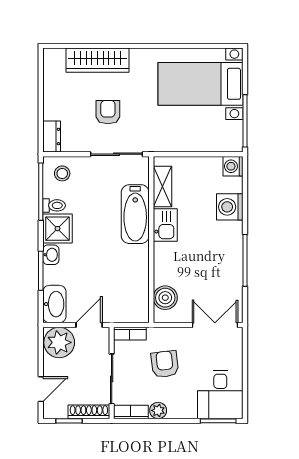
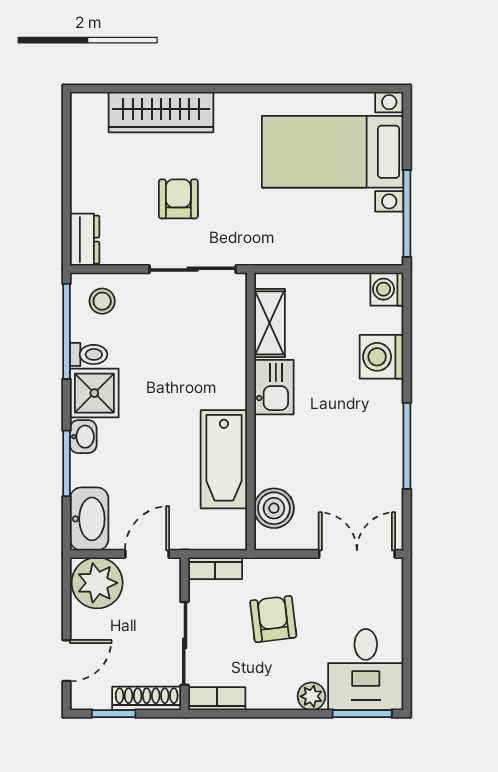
bathtub: (135, 214) -> (224, 459), moved
plant: (158, 410) -> (311, 696), moved

